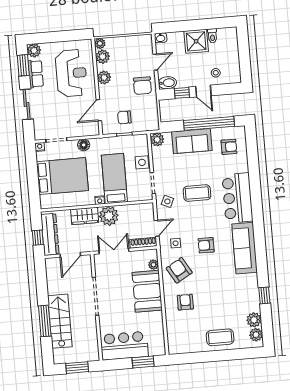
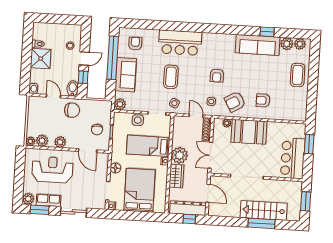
sofa: (245, 248) -> (258, 45), moved

